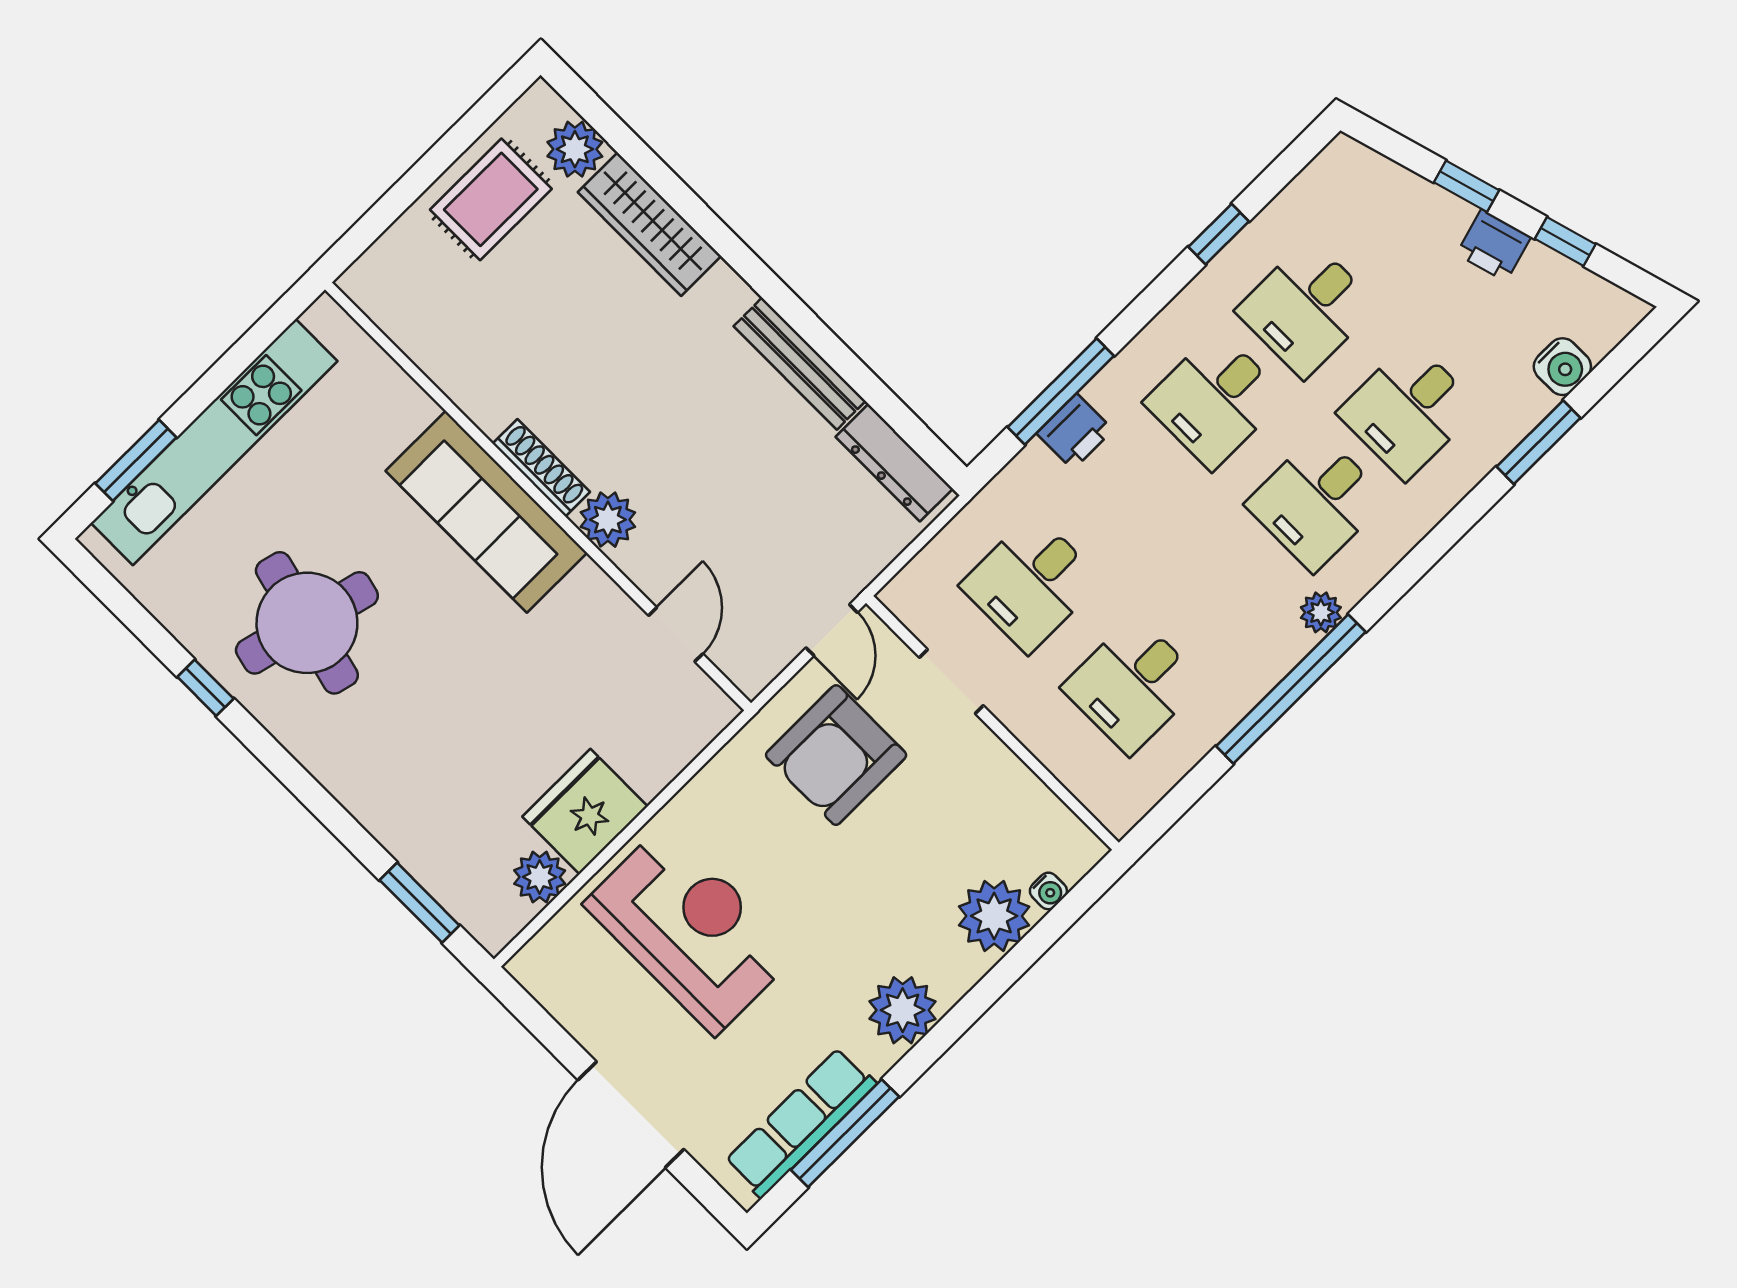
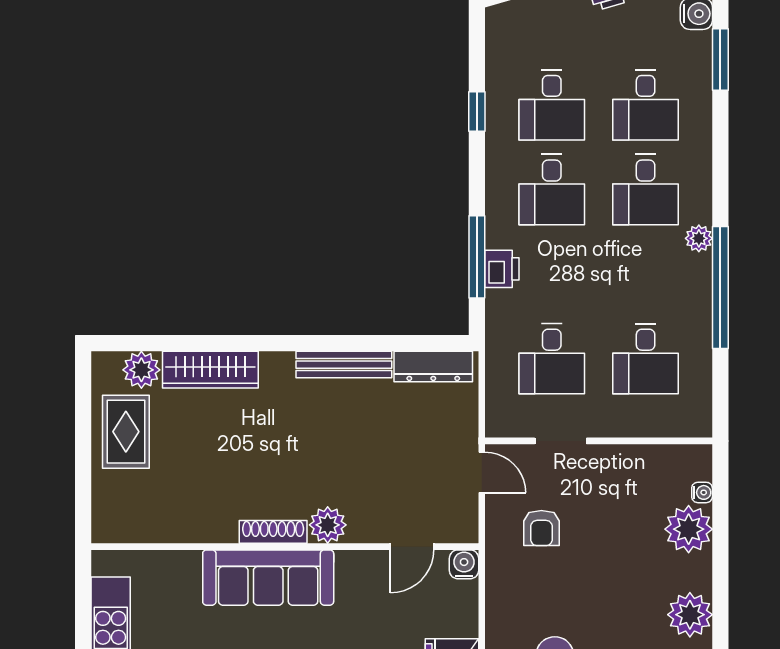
door: (676, 635) -> (412, 547), swing flipped
water cooler: (713, 710) -> (464, 564), added
armchair: (836, 755) -> (541, 528), width x0.53, depth x0.53

